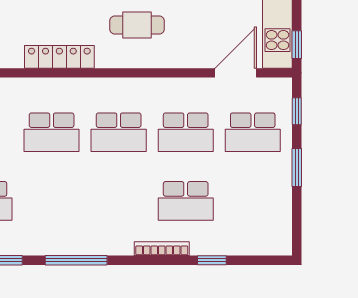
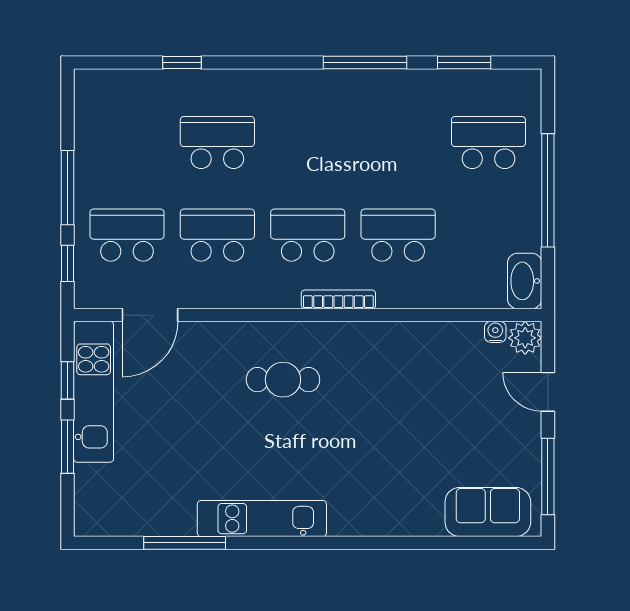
window: (297, 45) -> (68, 380), moved
locker: (59, 57) -> (388, 337), removed
window: (297, 167) -> (68, 188), width x1.44
bookcase: (162, 249) -> (338, 299), moved, turned 180

